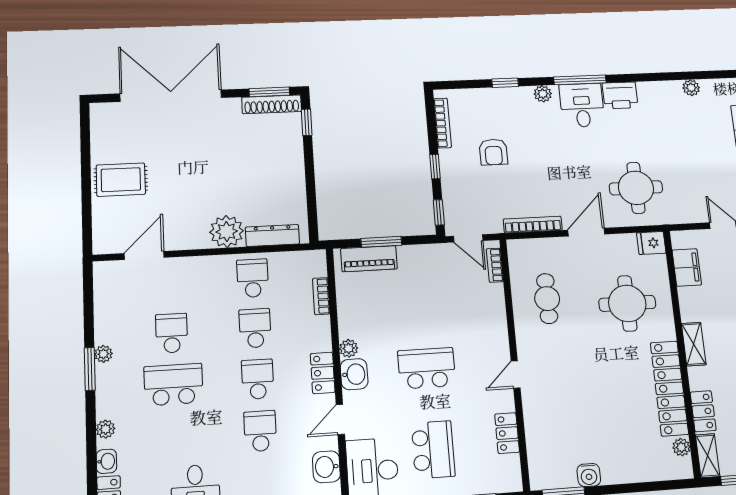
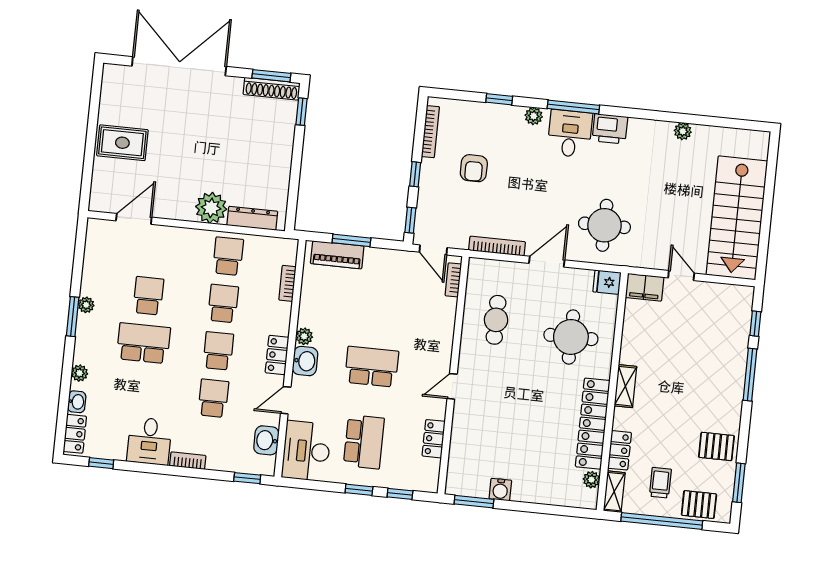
filing cabinet: (687, 267) -> (645, 287), moved, turned 90

